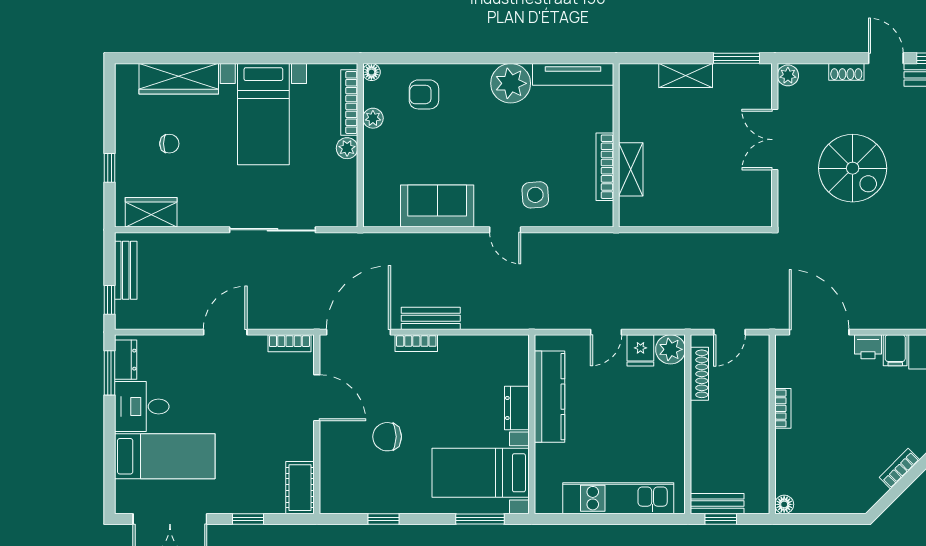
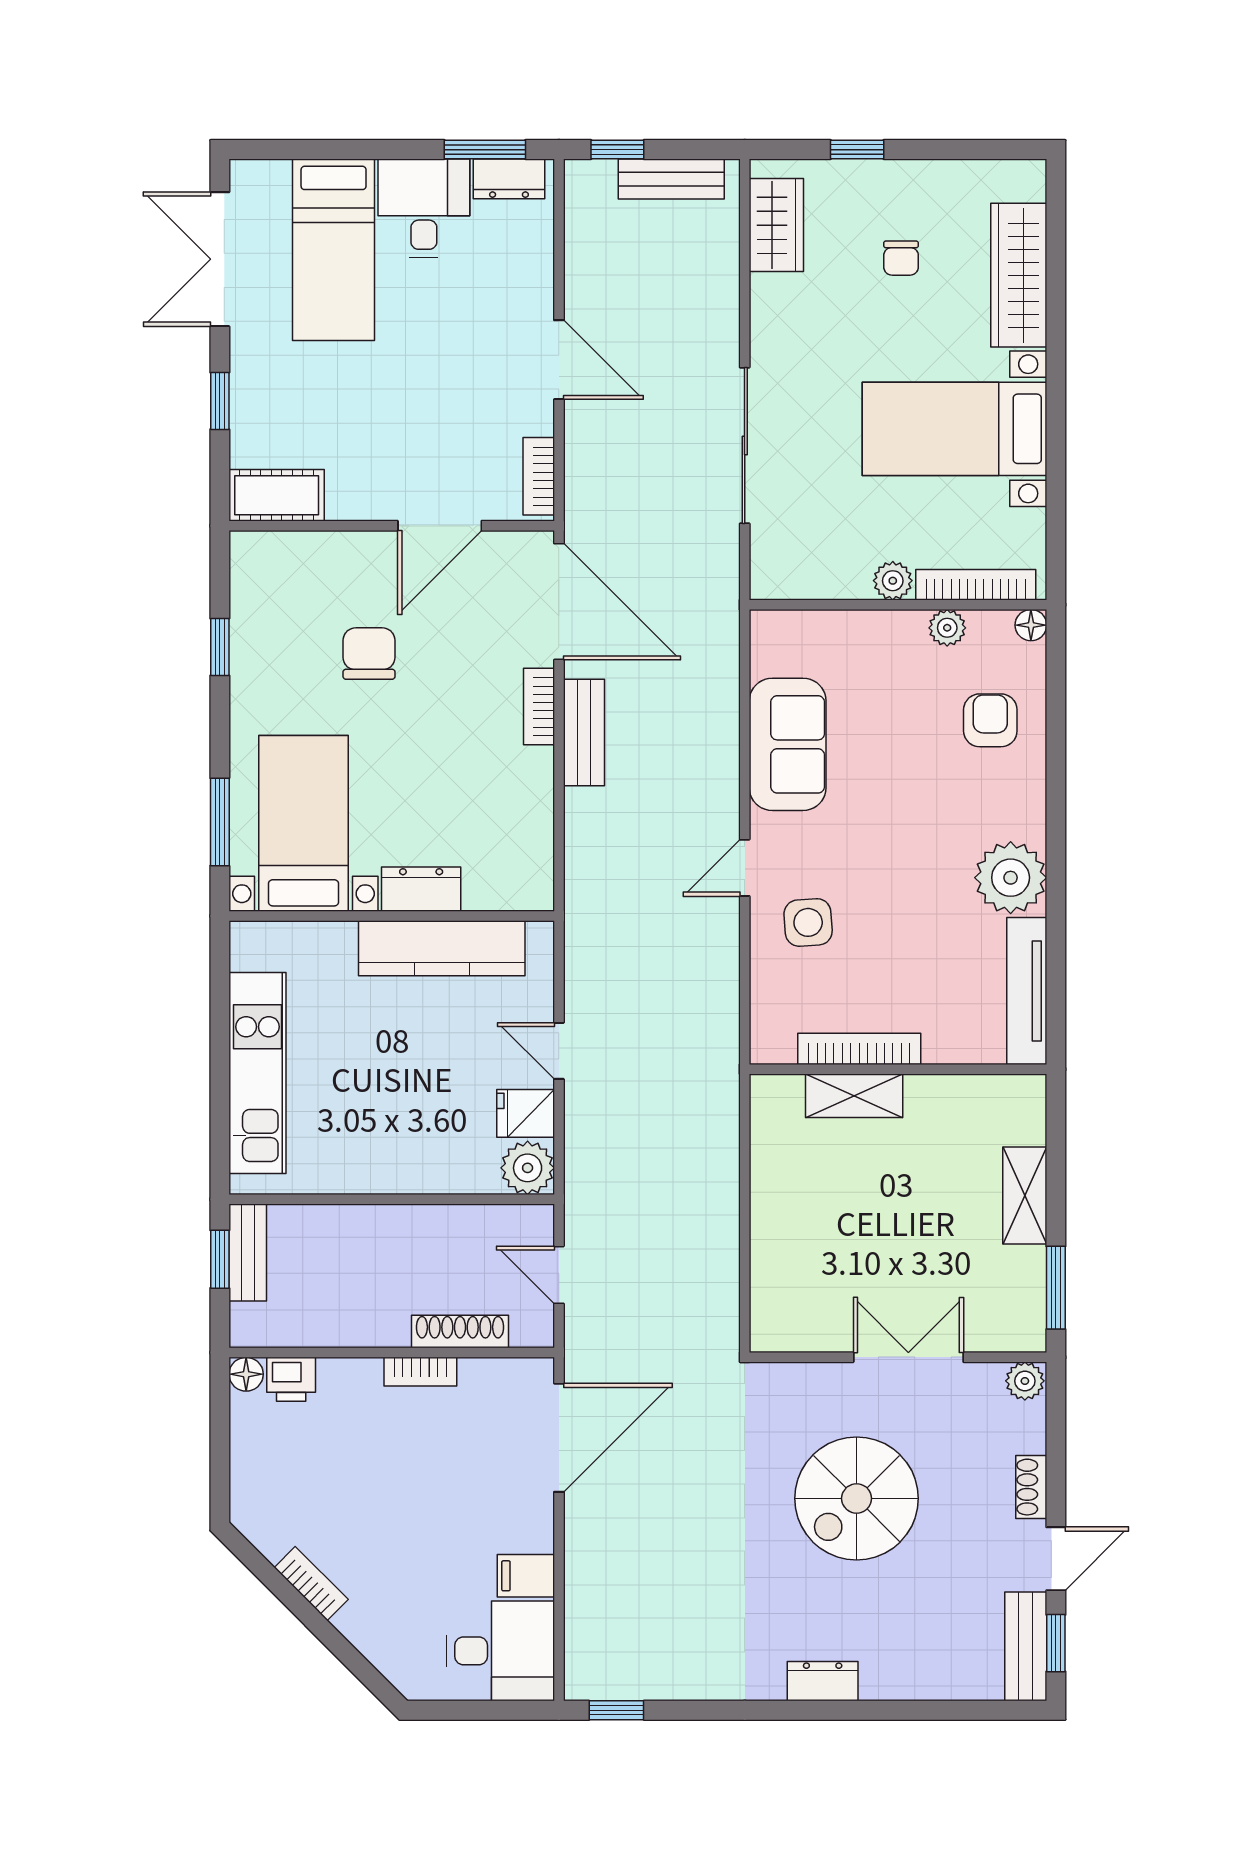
printer: (868, 347) -> (291, 1379), moved, turned -90
shoe rack: (699, 374) -> (460, 1331), moved, turned 180

